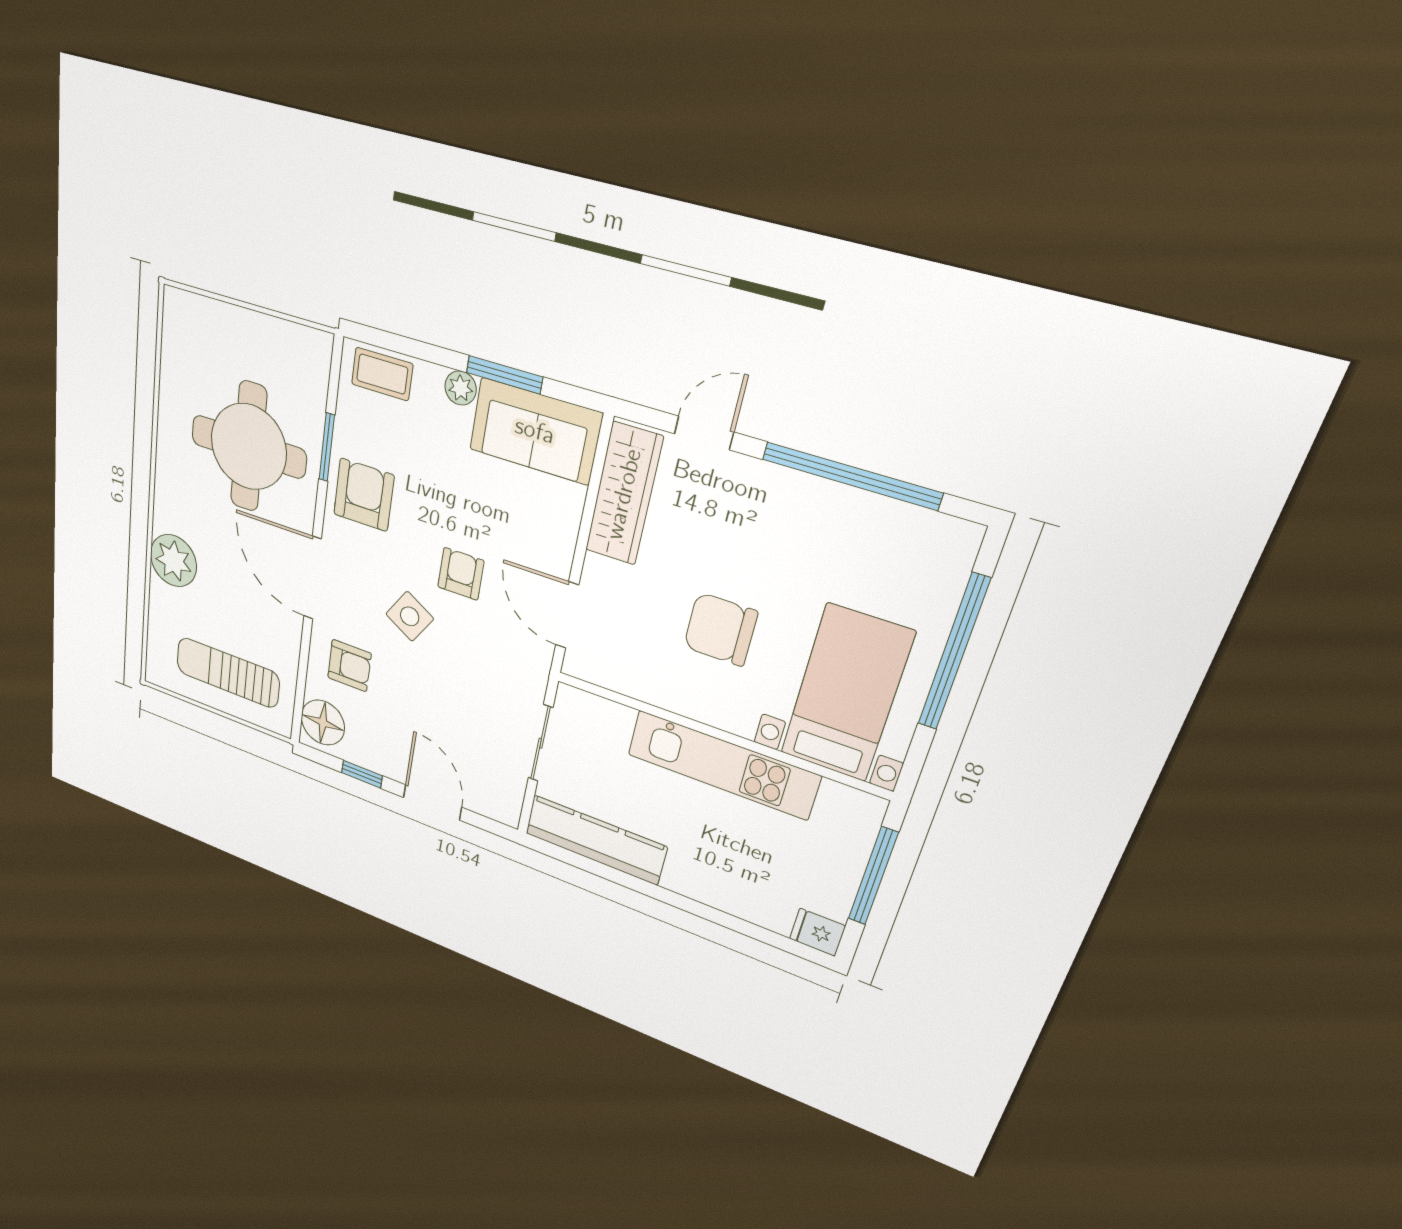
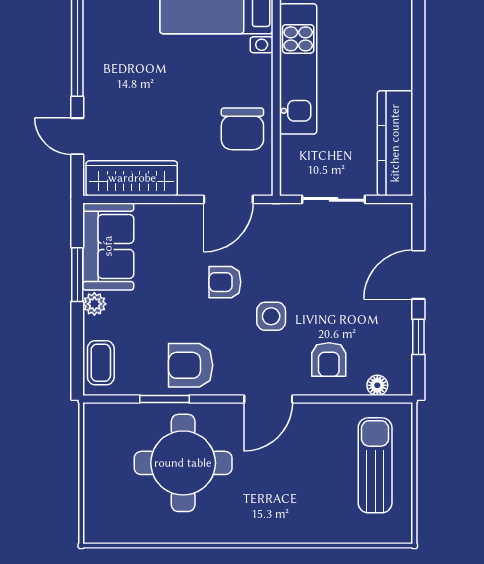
plant: (173, 561) -> (295, 522), removed
door: (313, 578) -> (268, 399), width x0.73
side table: (410, 616) -> (271, 316), turned -31
chair: (720, 629) -> (242, 129), moved
armchair: (349, 666) -> (329, 360), turned 180
sun lounger: (228, 673) -> (375, 465), turned 180
floor lamp: (323, 723) -> (377, 385), width x0.53, depth x0.53

